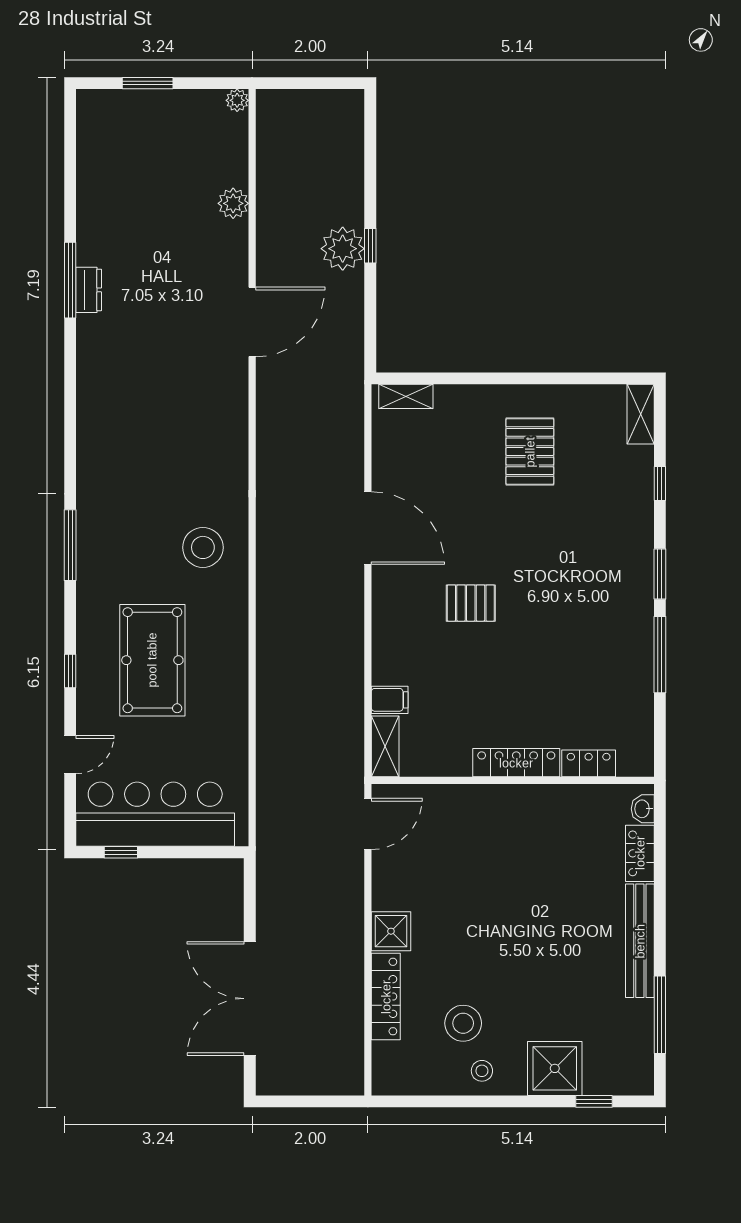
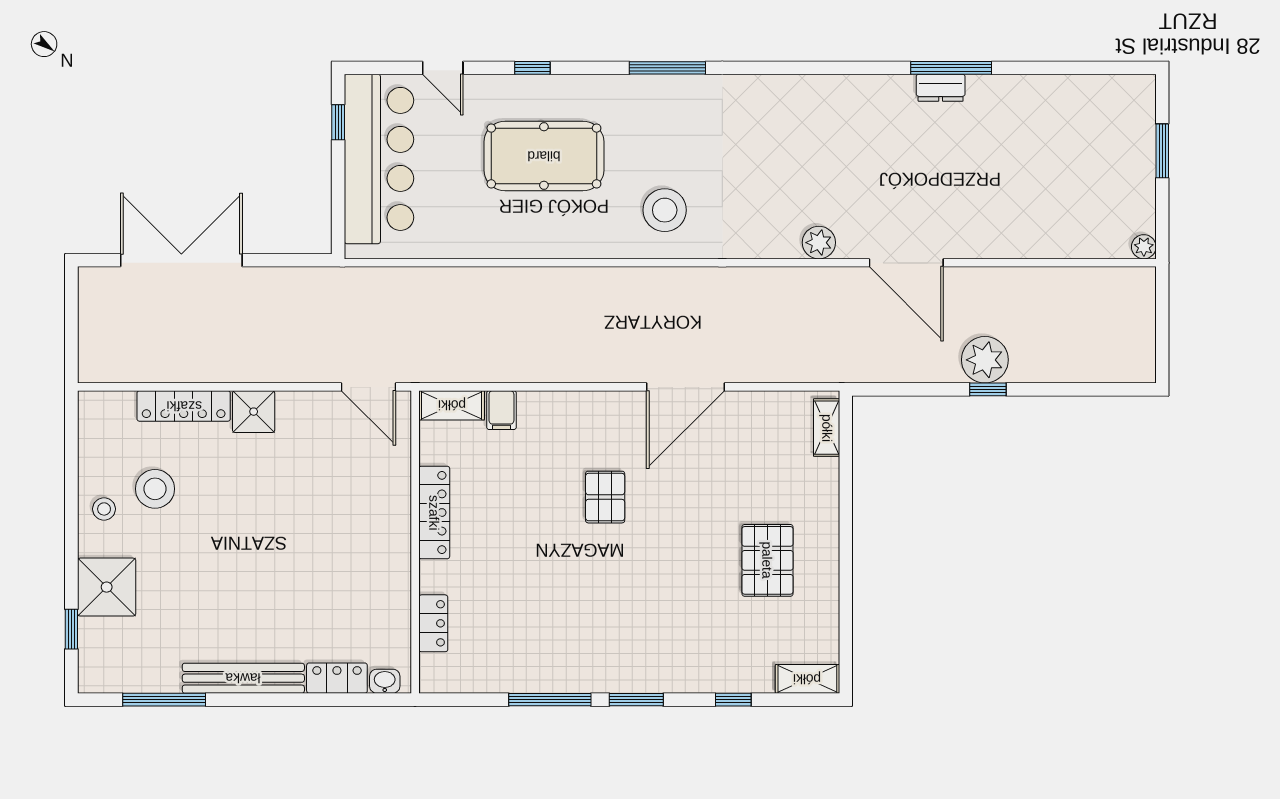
plant: (233, 203) -> (819, 243), moved
pallet: (530, 452) -> (767, 560), turned 90
locker: (516, 763) -> (434, 513), moved

